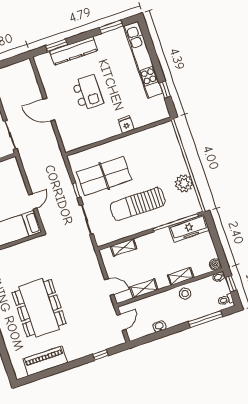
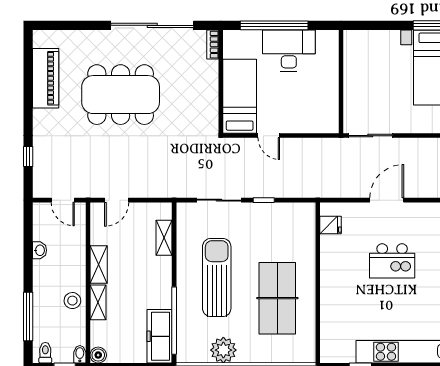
fridge: (126, 125) -> (330, 225), moved
table tennis table: (104, 176) -> (277, 298), moved
shelving: (144, 288) -> (99, 265), moved

